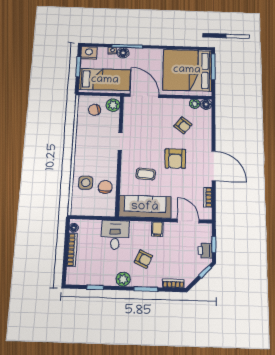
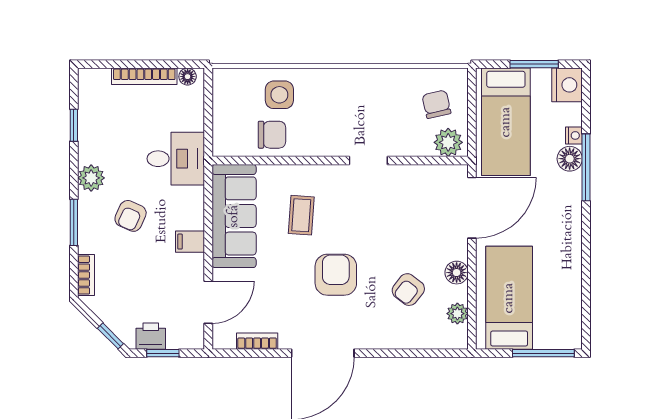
bed: (187, 70) -> (509, 298), width x0.49
floor lamp: (206, 104) -> (457, 273), moved
armchair: (175, 159) -> (336, 275), turned 90

